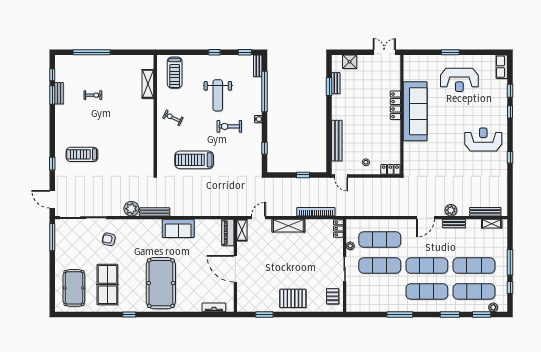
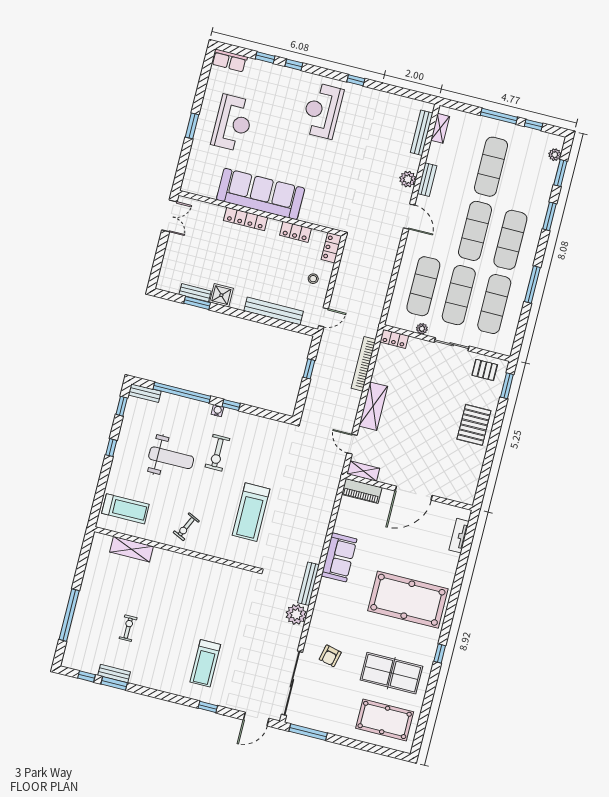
double door: (384, 52) -> (169, 216), swing flipped
shower: (350, 62) -> (221, 295), moved
locker: (395, 142) -> (295, 232), added
window: (265, 148) -> (231, 405), moved
exercise mat: (474, 291) -> (494, 304), moved
window: (264, 314) -> (507, 386), moved

